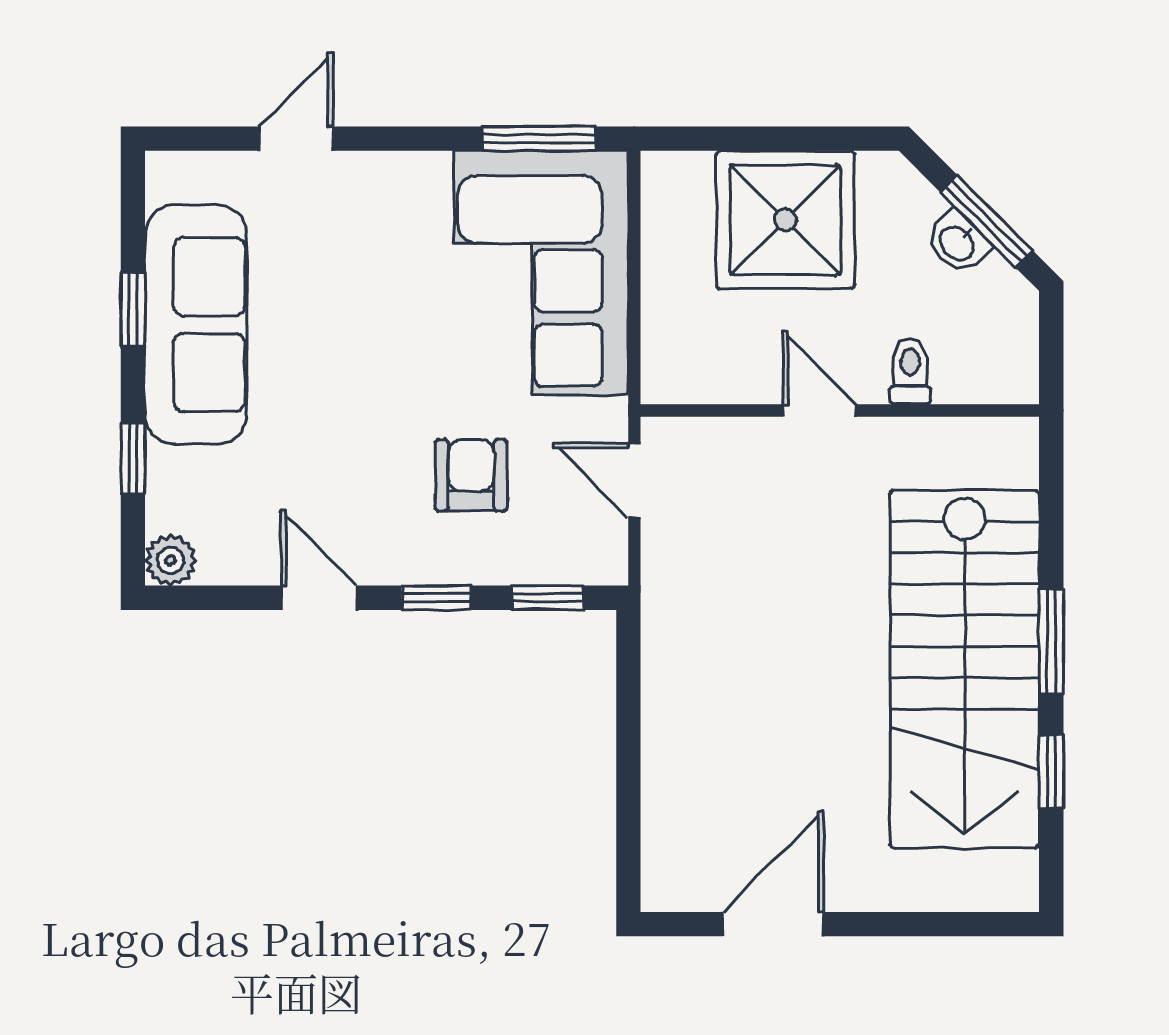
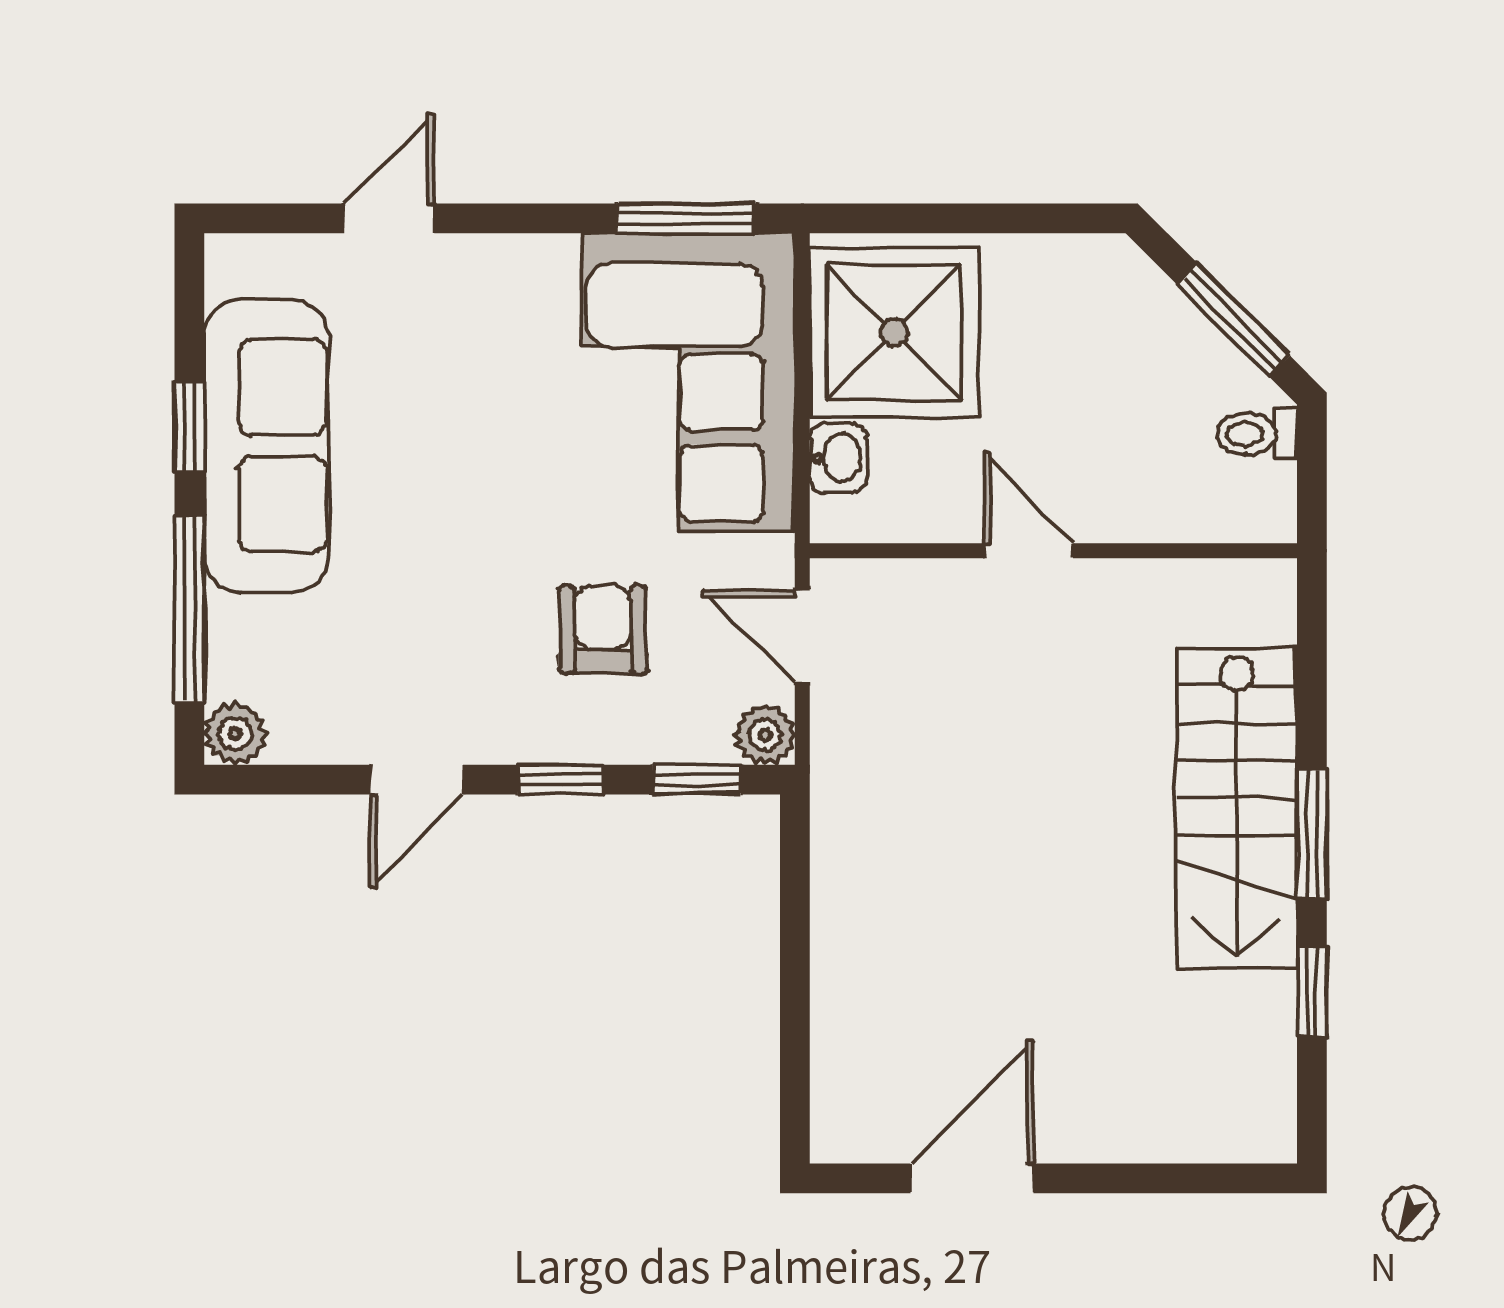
shower: (785, 220) -> (894, 332), moved
washbasin: (958, 243) -> (838, 458), moved, turned -135
toilet: (910, 371) -> (1256, 434), moved, turned -90
window: (133, 458) -> (189, 609), width x2.17
plant: (604, 561) -> (765, 735), added
door: (319, 598) -> (417, 780), swing flipped
stairs: (965, 669) -> (1237, 808), width x0.73, depth x0.66

